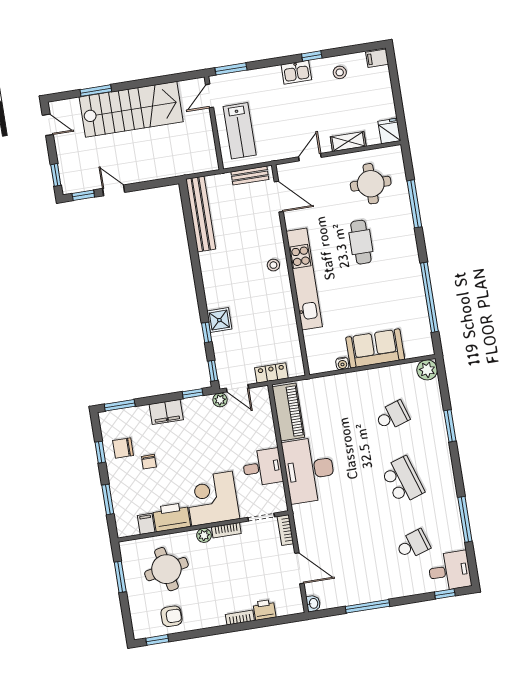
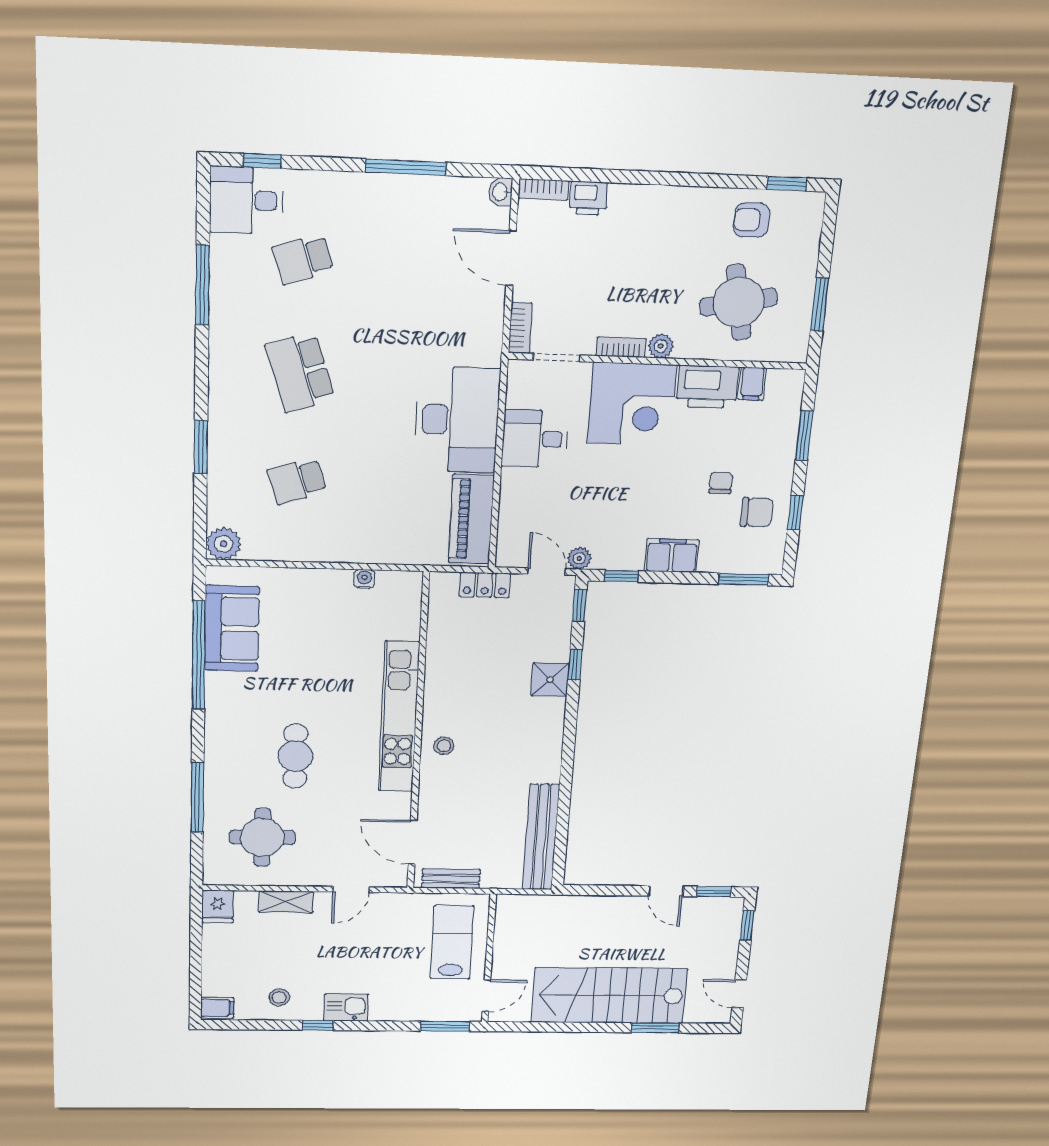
sofa: (375, 348) -> (232, 628), moved, turned -90
bookcase: (240, 618) -> (543, 189), moved

